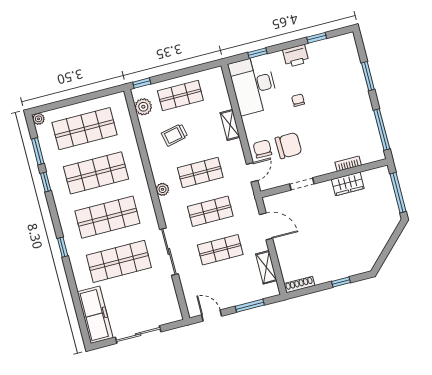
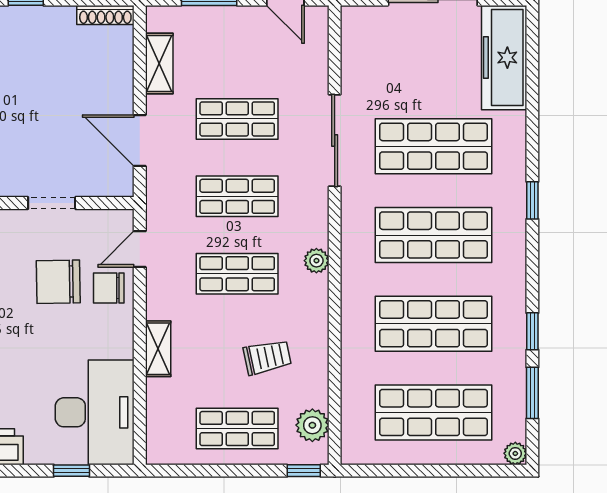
chair: (298, 100) -> (18, 362), removed
chair: (262, 149) -> (109, 288), turned 90

